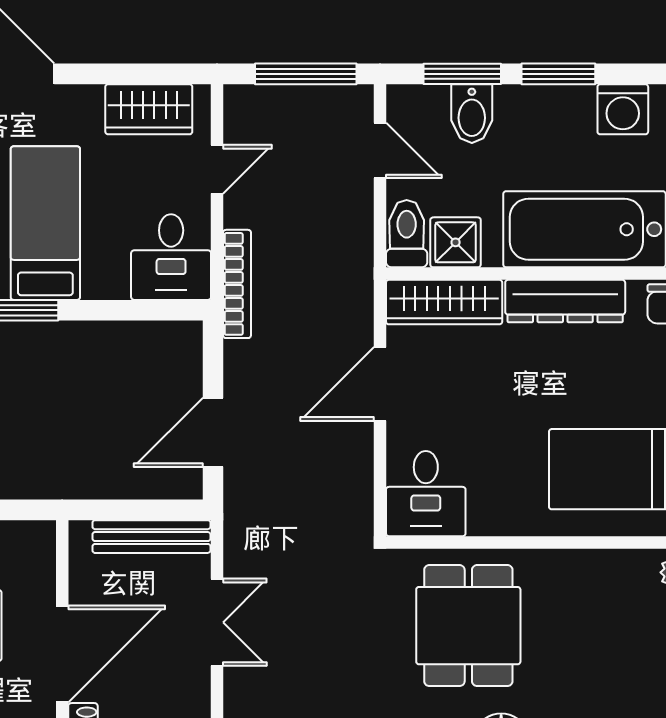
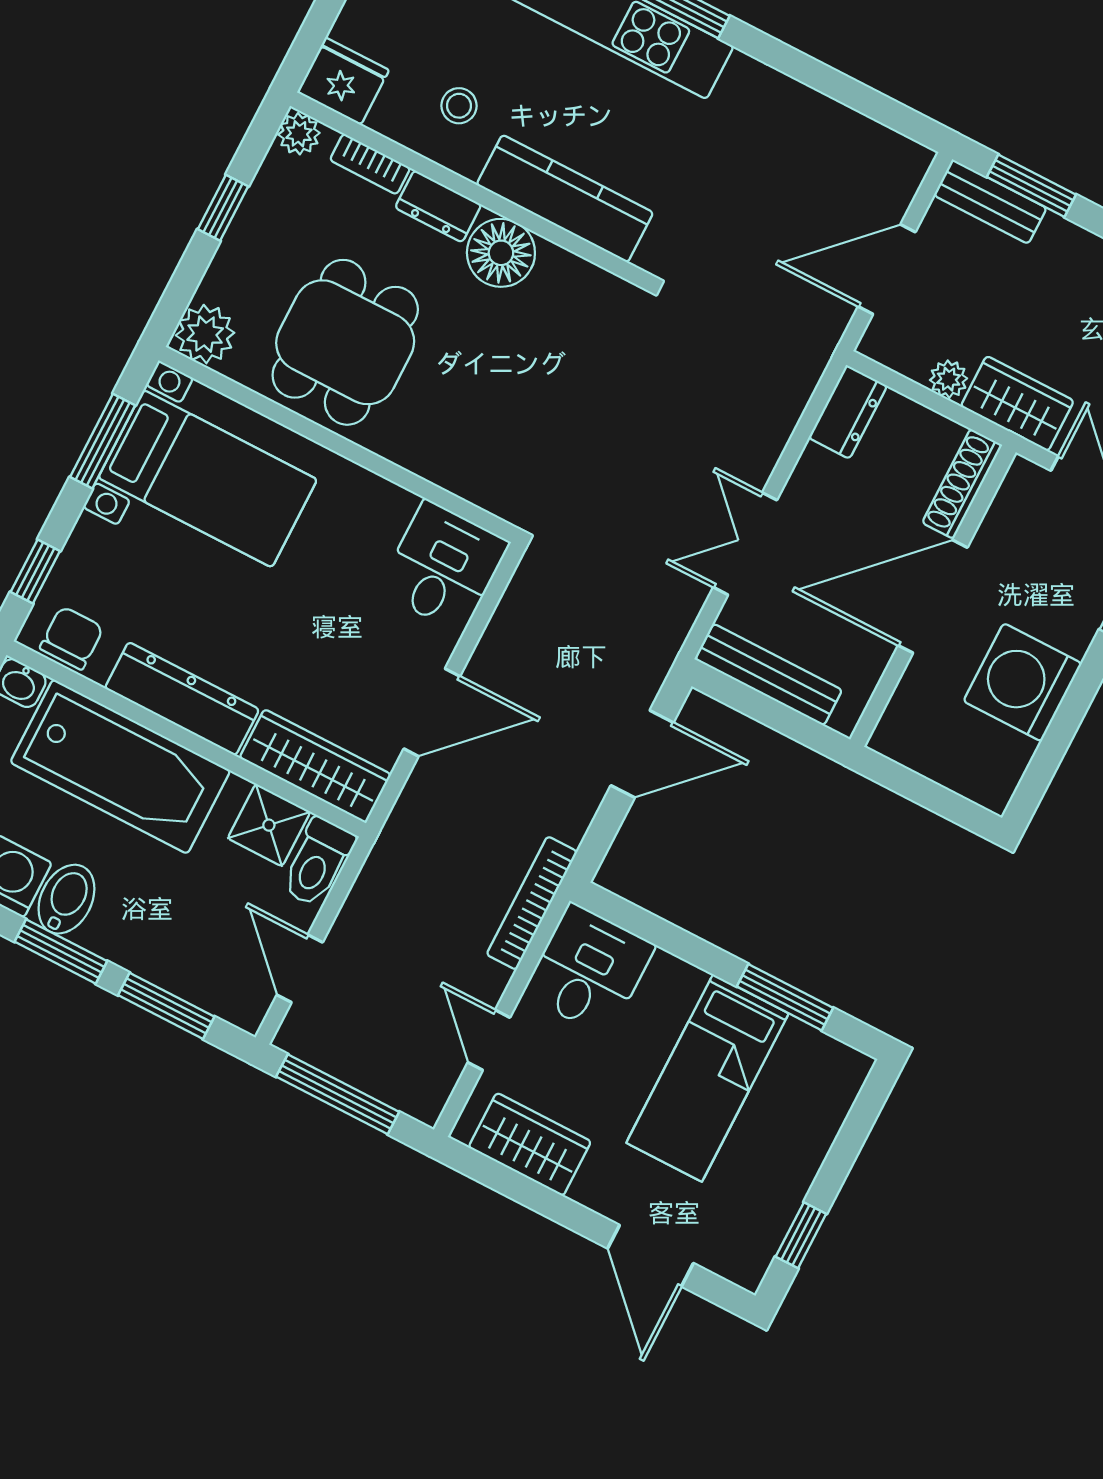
bidet: (472, 114) -> (66, 899), moved
door: (217, 169) -> (489, 1040), hinge flipped
dining table: (468, 626) -> (345, 342), moved

